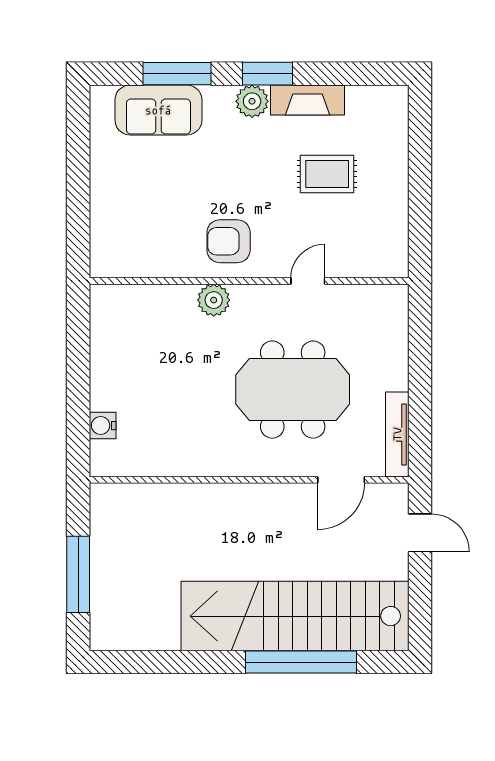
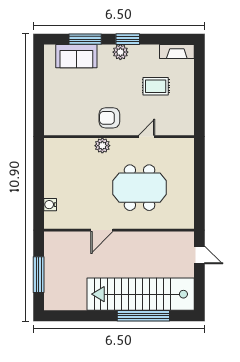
fireplace: (307, 100) -> (177, 51), moved
tv unit: (397, 434) -> (189, 209), removed
door: (341, 480) -> (102, 230), moved

